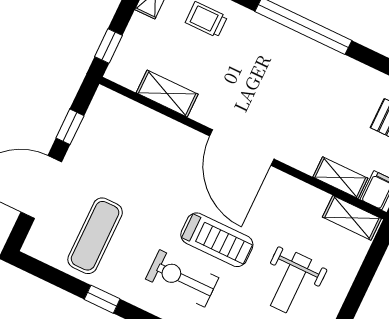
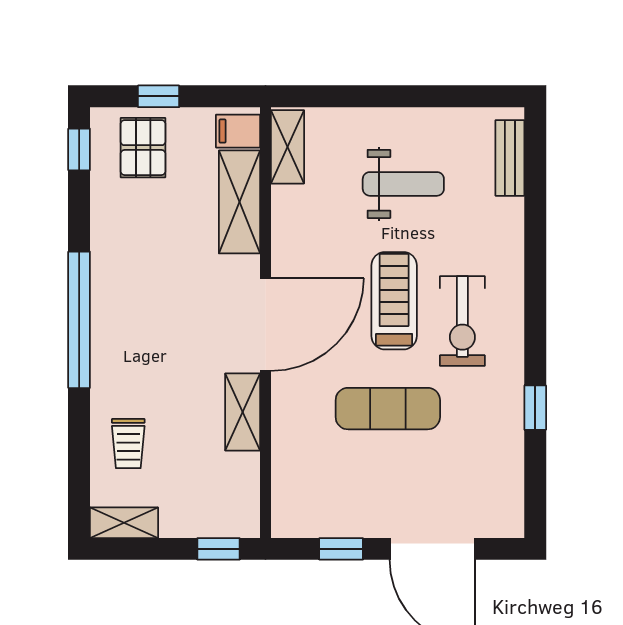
shelving: (167, 93) -> (243, 412), moved
shelving: (340, 178) -> (239, 202), width x1.50, depth x1.33
exercise mat: (95, 236) -> (388, 409), moved

